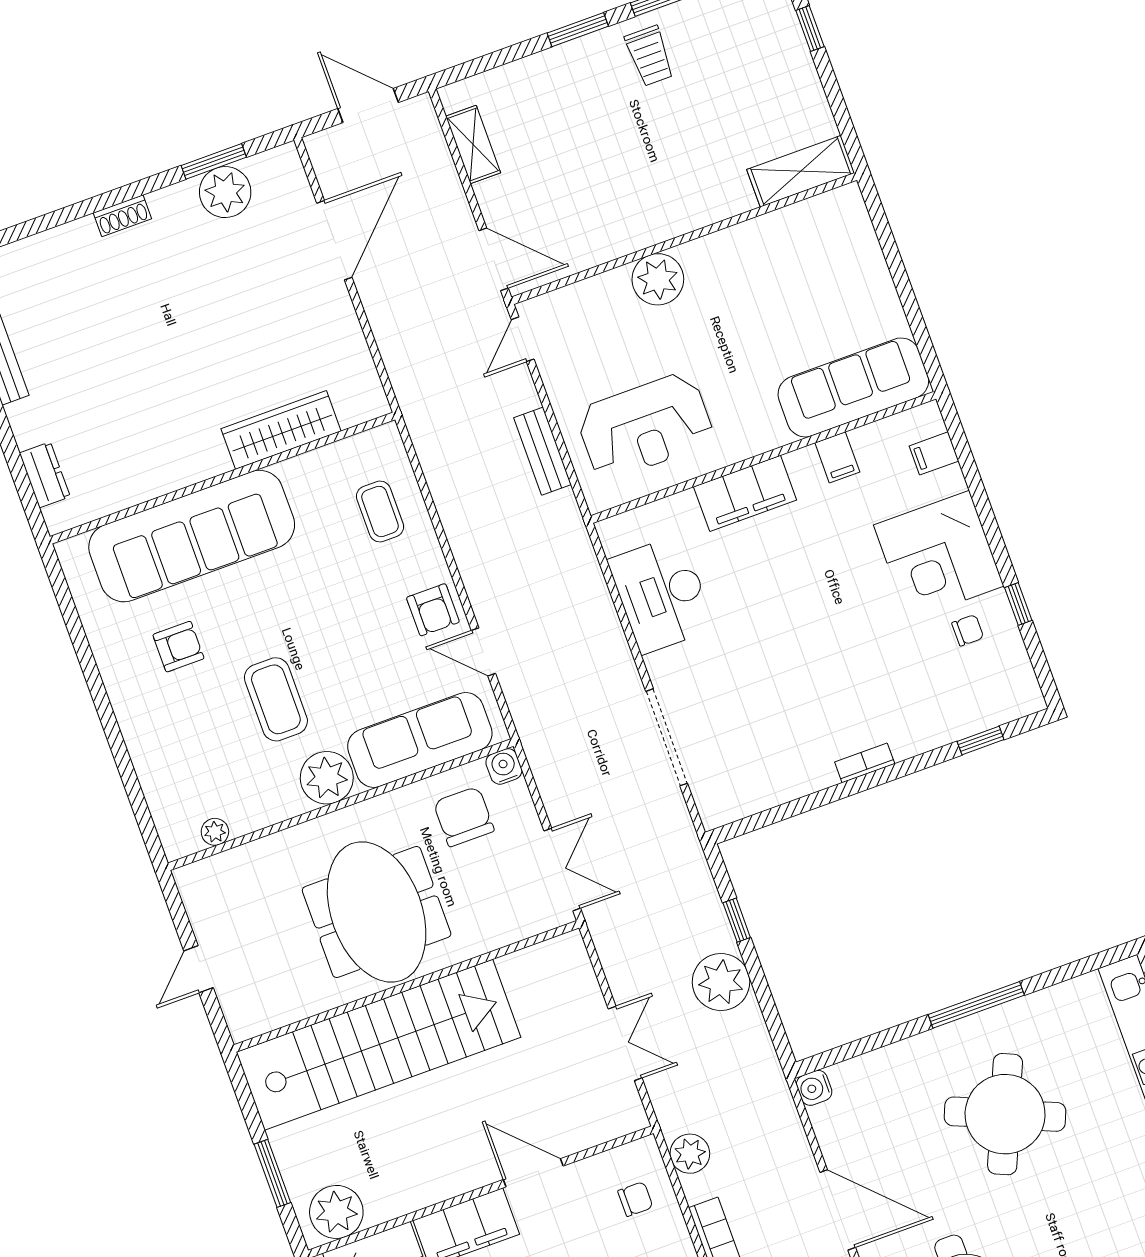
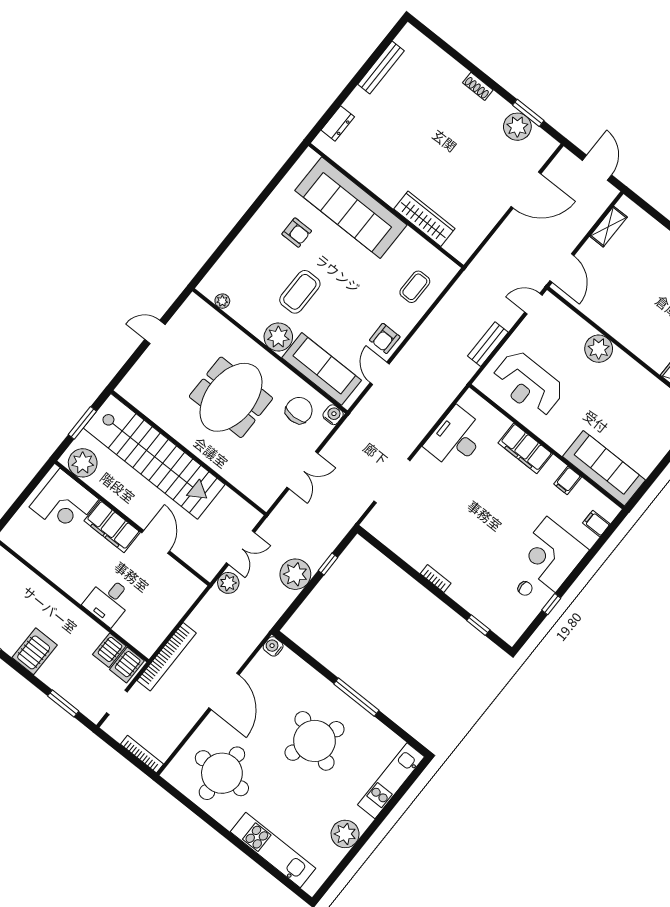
wall: (406, 986) -> (189, 453), moved
stairs: (378, 1045) -> (154, 456), moved
plant: (690, 1154) -> (228, 583), moved
chair: (635, 1199) -> (172, 596), removed

